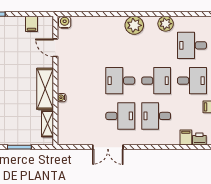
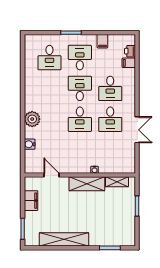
water cooler: (65, 22) -> (30, 144), moved
filing cabinet: (32, 24) -> (31, 201), width x2.00
plant: (166, 24) -> (31, 80), removed
plant: (134, 25) -> (32, 119), moved
door: (55, 48) -> (52, 175), swing flipped
desk: (120, 116) -> (110, 119), turned 180

